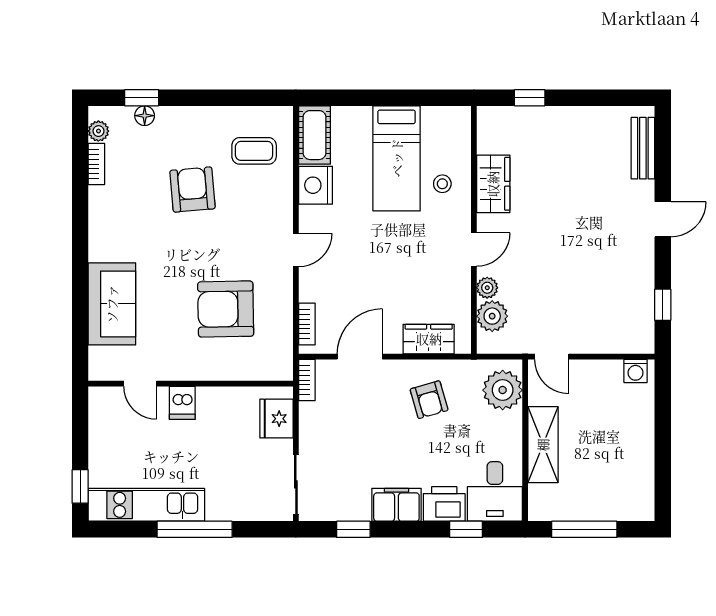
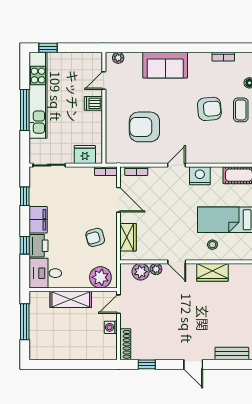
plant: (98, 131) -> (118, 58), moved
coffee table: (254, 151) -> (241, 110), moved
nightstand: (316, 185) -> (200, 176), moved
door: (296, 250) -> (176, 165), swing flipped
sofa: (112, 304) -> (165, 65), moved
armchair: (226, 309) -> (144, 127), turned -89
shoe rack: (626, 344) -> (125, 344), added
washing machine: (635, 371) -> (111, 327), moved
kitchen unit: (146, 505) -> (38, 95), width x1.36
window: (466, 529) -> (25, 245), moved

